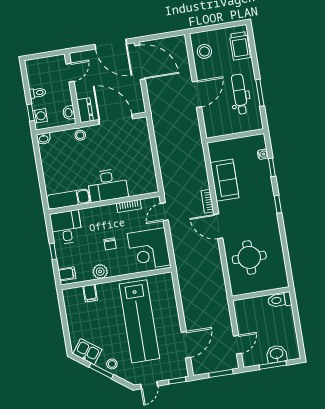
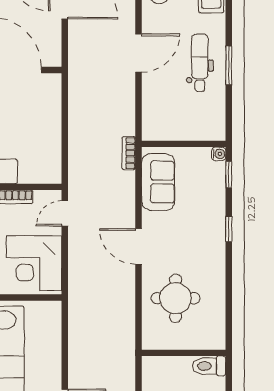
wall: (235, 136) -> (184, 144), moved
bookcase: (207, 201) -> (129, 153), moved

